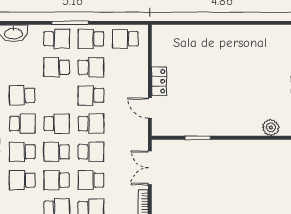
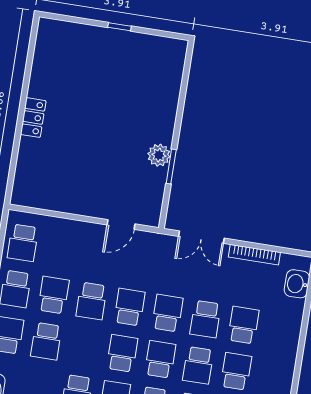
locker: (159, 81) -> (33, 118), moved, turned 90
plant: (271, 128) -> (159, 155), moved
school desk: (57, 152) -> (160, 359), turned 180

